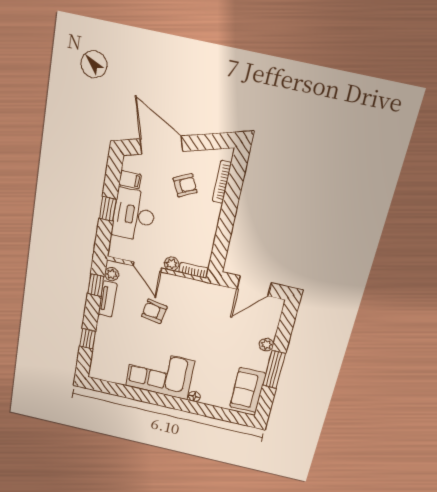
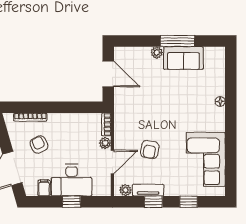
window: (96, 285) -> (153, 202), moved
corner sofa: (160, 373) -> (206, 159), moved
sofa: (248, 390) -> (183, 58), moved

